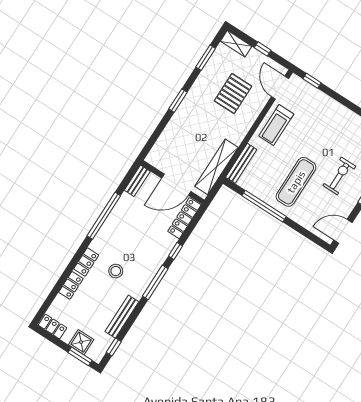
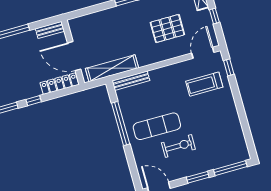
treadmill: (276, 125) -> (204, 84), moved
exercise bike: (339, 176) -> (178, 146), moved

